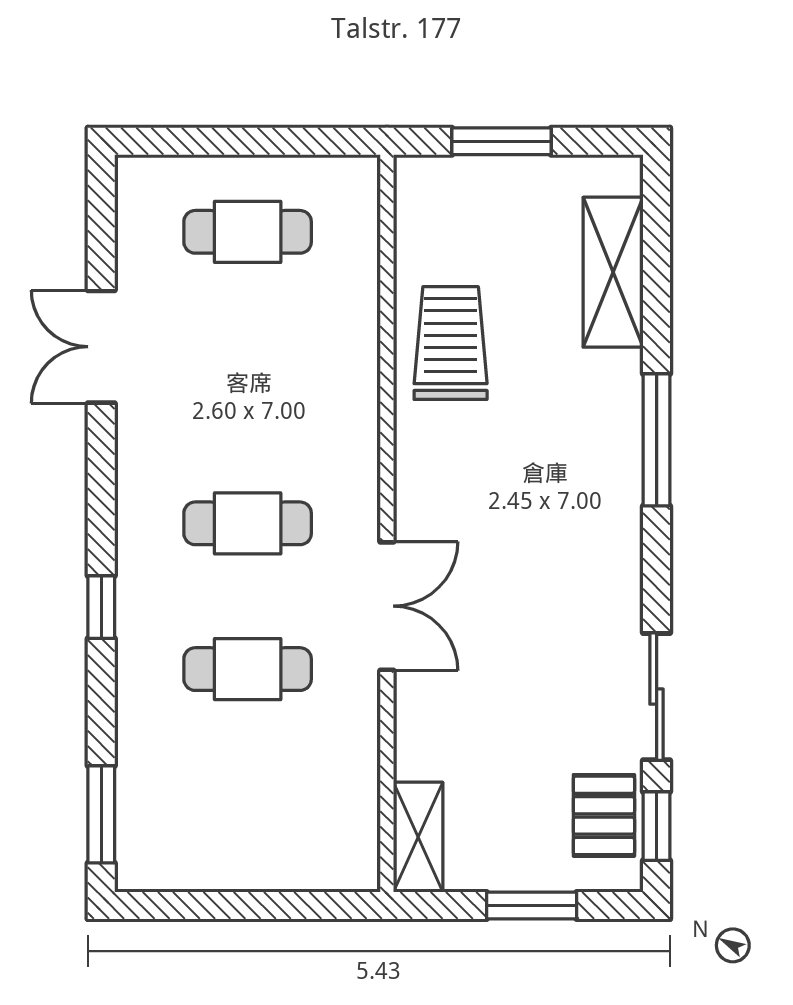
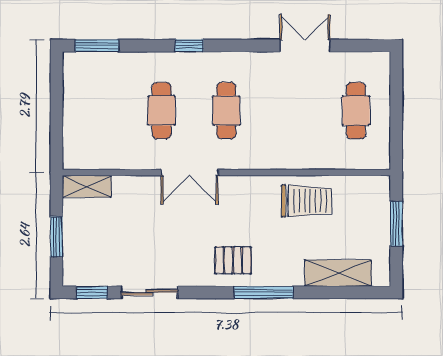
pallet: (604, 815) -> (233, 260), moved

